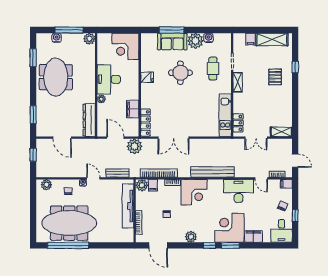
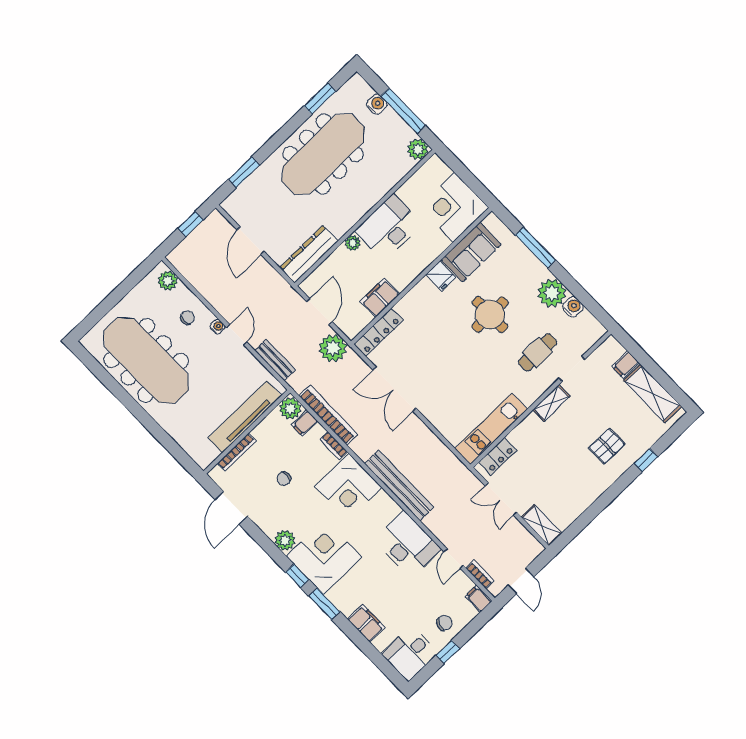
sofa: (172, 41) -> (471, 252), moved, turned -90
meeting table: (56, 77) -> (323, 154), width x1.36
corner desk: (229, 228) -> (324, 557), moved
window: (68, 245) -> (115, 388), removed

